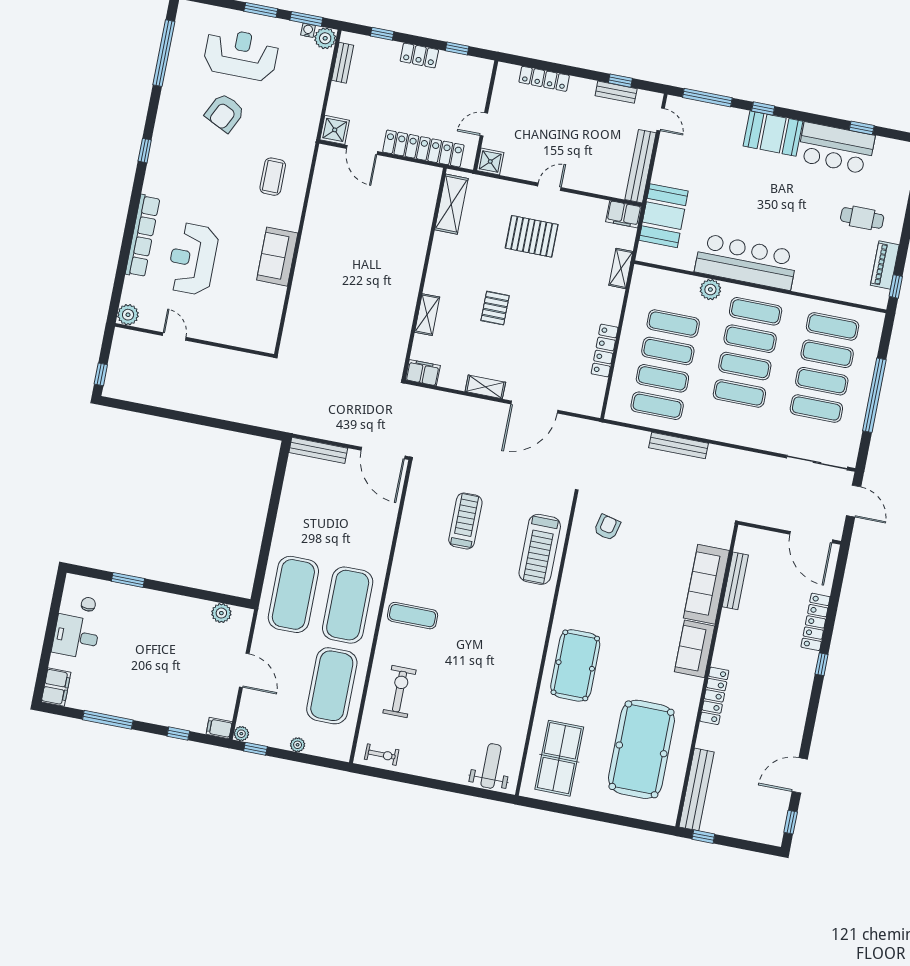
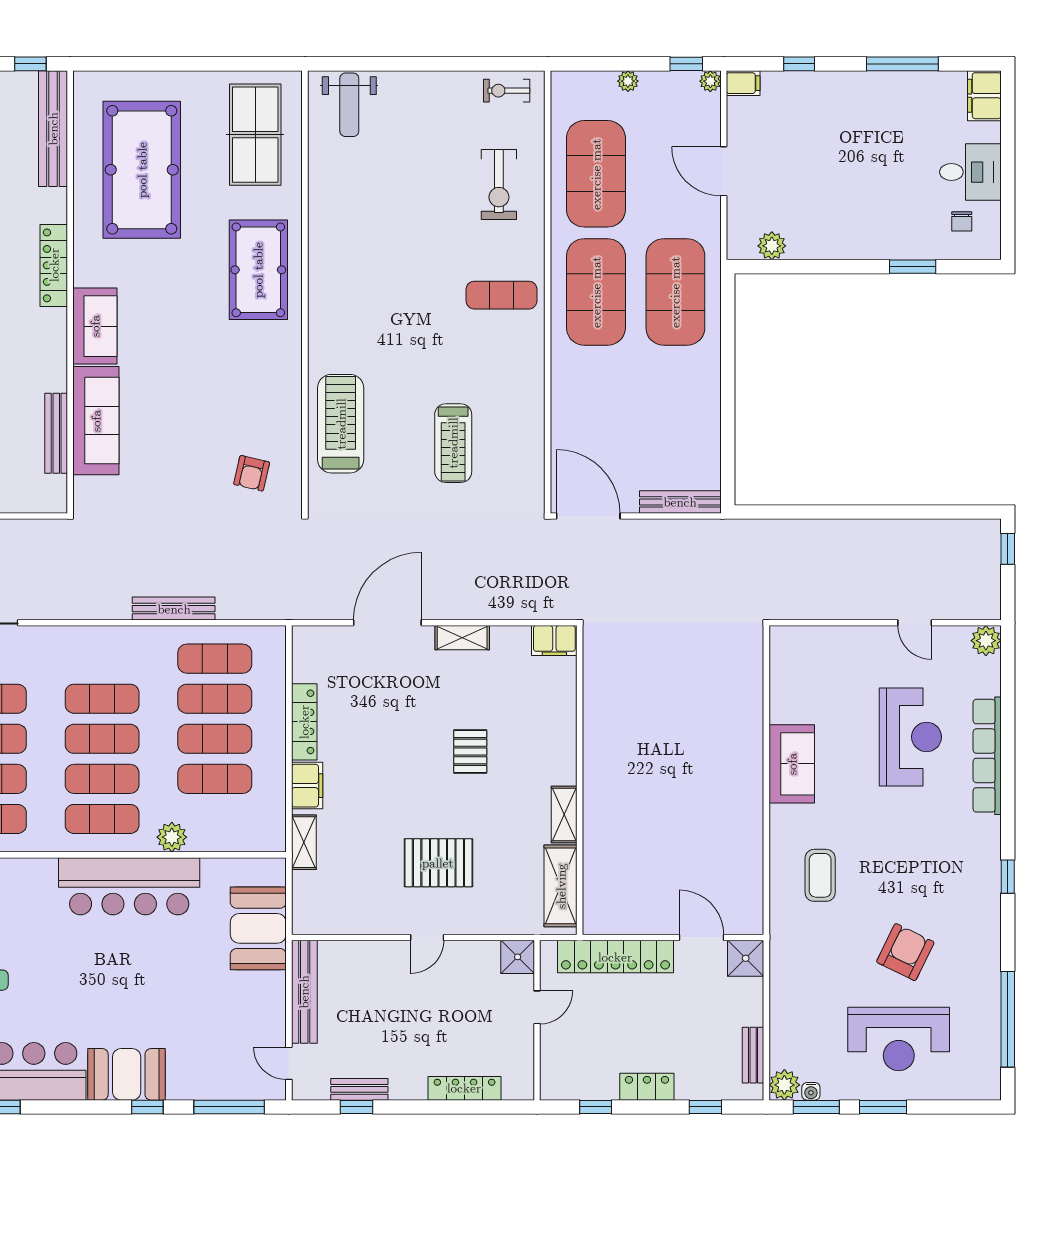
filing cabinet: (624, 214) -> (307, 786), moved, turned 90
shelving: (427, 315) -> (564, 814), moved

